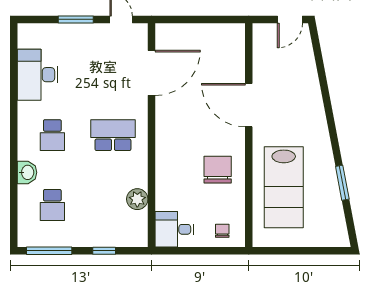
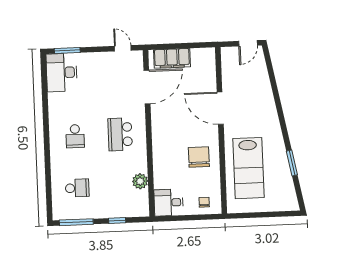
window: (76, 19) -> (67, 51), moved
filing cabinet: (187, 36) -> (172, 58), added
desk: (38, 75) -> (62, 73), moved
school desk: (113, 135) -> (120, 134), turned -90
washbasin: (27, 172) -> (58, 165), removed
school desk: (52, 205) -> (77, 188), turned -90

